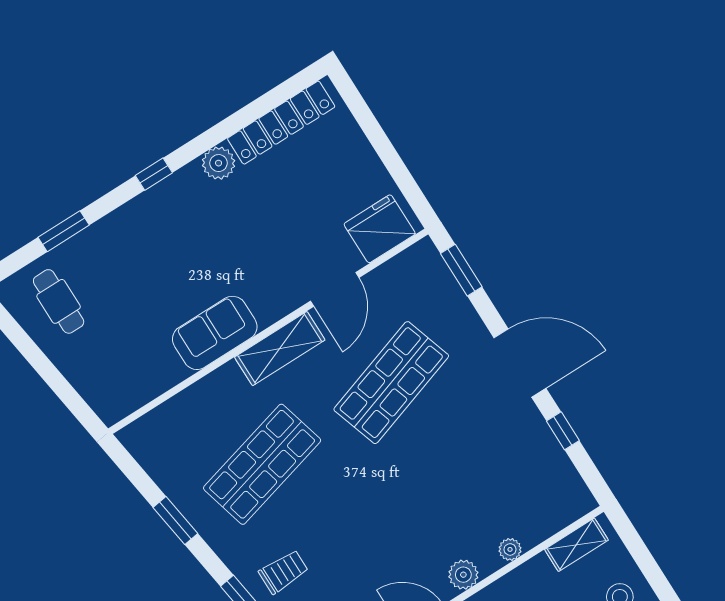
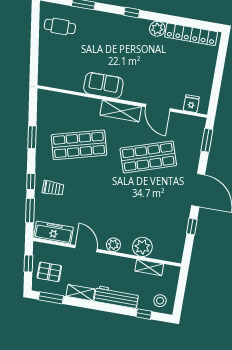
fridge: (380, 229) -> (191, 104), width x0.53, depth x0.75
door: (335, 289) -> (158, 108), hinge flipped
cafe table: (59, 301) -> (60, 26), turned 90
shelving: (576, 545) -> (149, 267), moved
plant: (510, 549) -> (142, 247), width x1.88, depth x1.88

